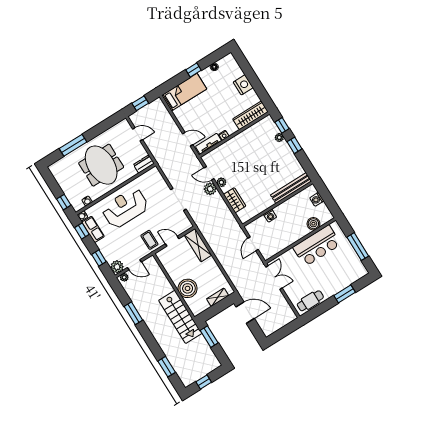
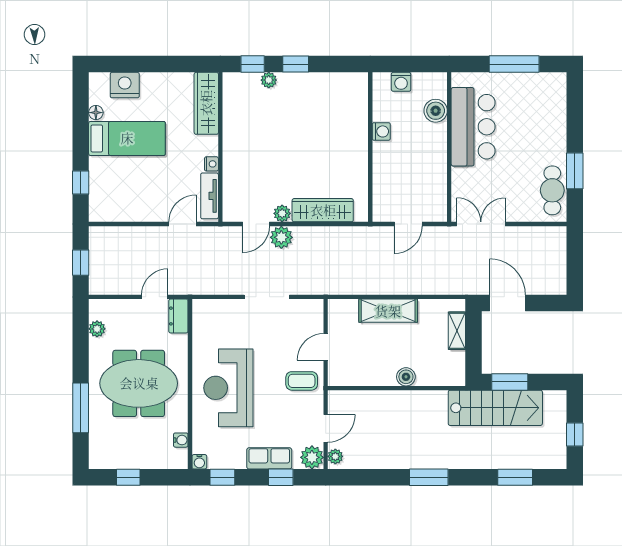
window: (194, 70) -> (81, 182), moved
nightstand: (243, 85) -> (125, 85), moved
bed: (184, 92) -> (127, 138), moved, turned 90
plant: (114, 130) -> (97, 329), added
door: (138, 134) -> (155, 297), moved
bench: (291, 188) -> (359, 111), removed
wardrobe: (235, 200) -> (323, 210), width x1.50
window: (64, 202) -> (128, 477), moved
washing machine: (270, 216) -> (381, 131), moved
row of seats: (93, 229) -> (269, 458), moved
door: (253, 244) -> (408, 224), hinge flipped
shelving: (198, 245) -> (388, 311), moved
boiler: (188, 288) -> (406, 377), width x0.54, depth x0.54
window: (345, 294) -> (575, 171), moved
window: (133, 313) -> (429, 477), moved
door: (245, 313) -> (507, 303), hinge flipped
stairs: (180, 317) -> (495, 408), moved

